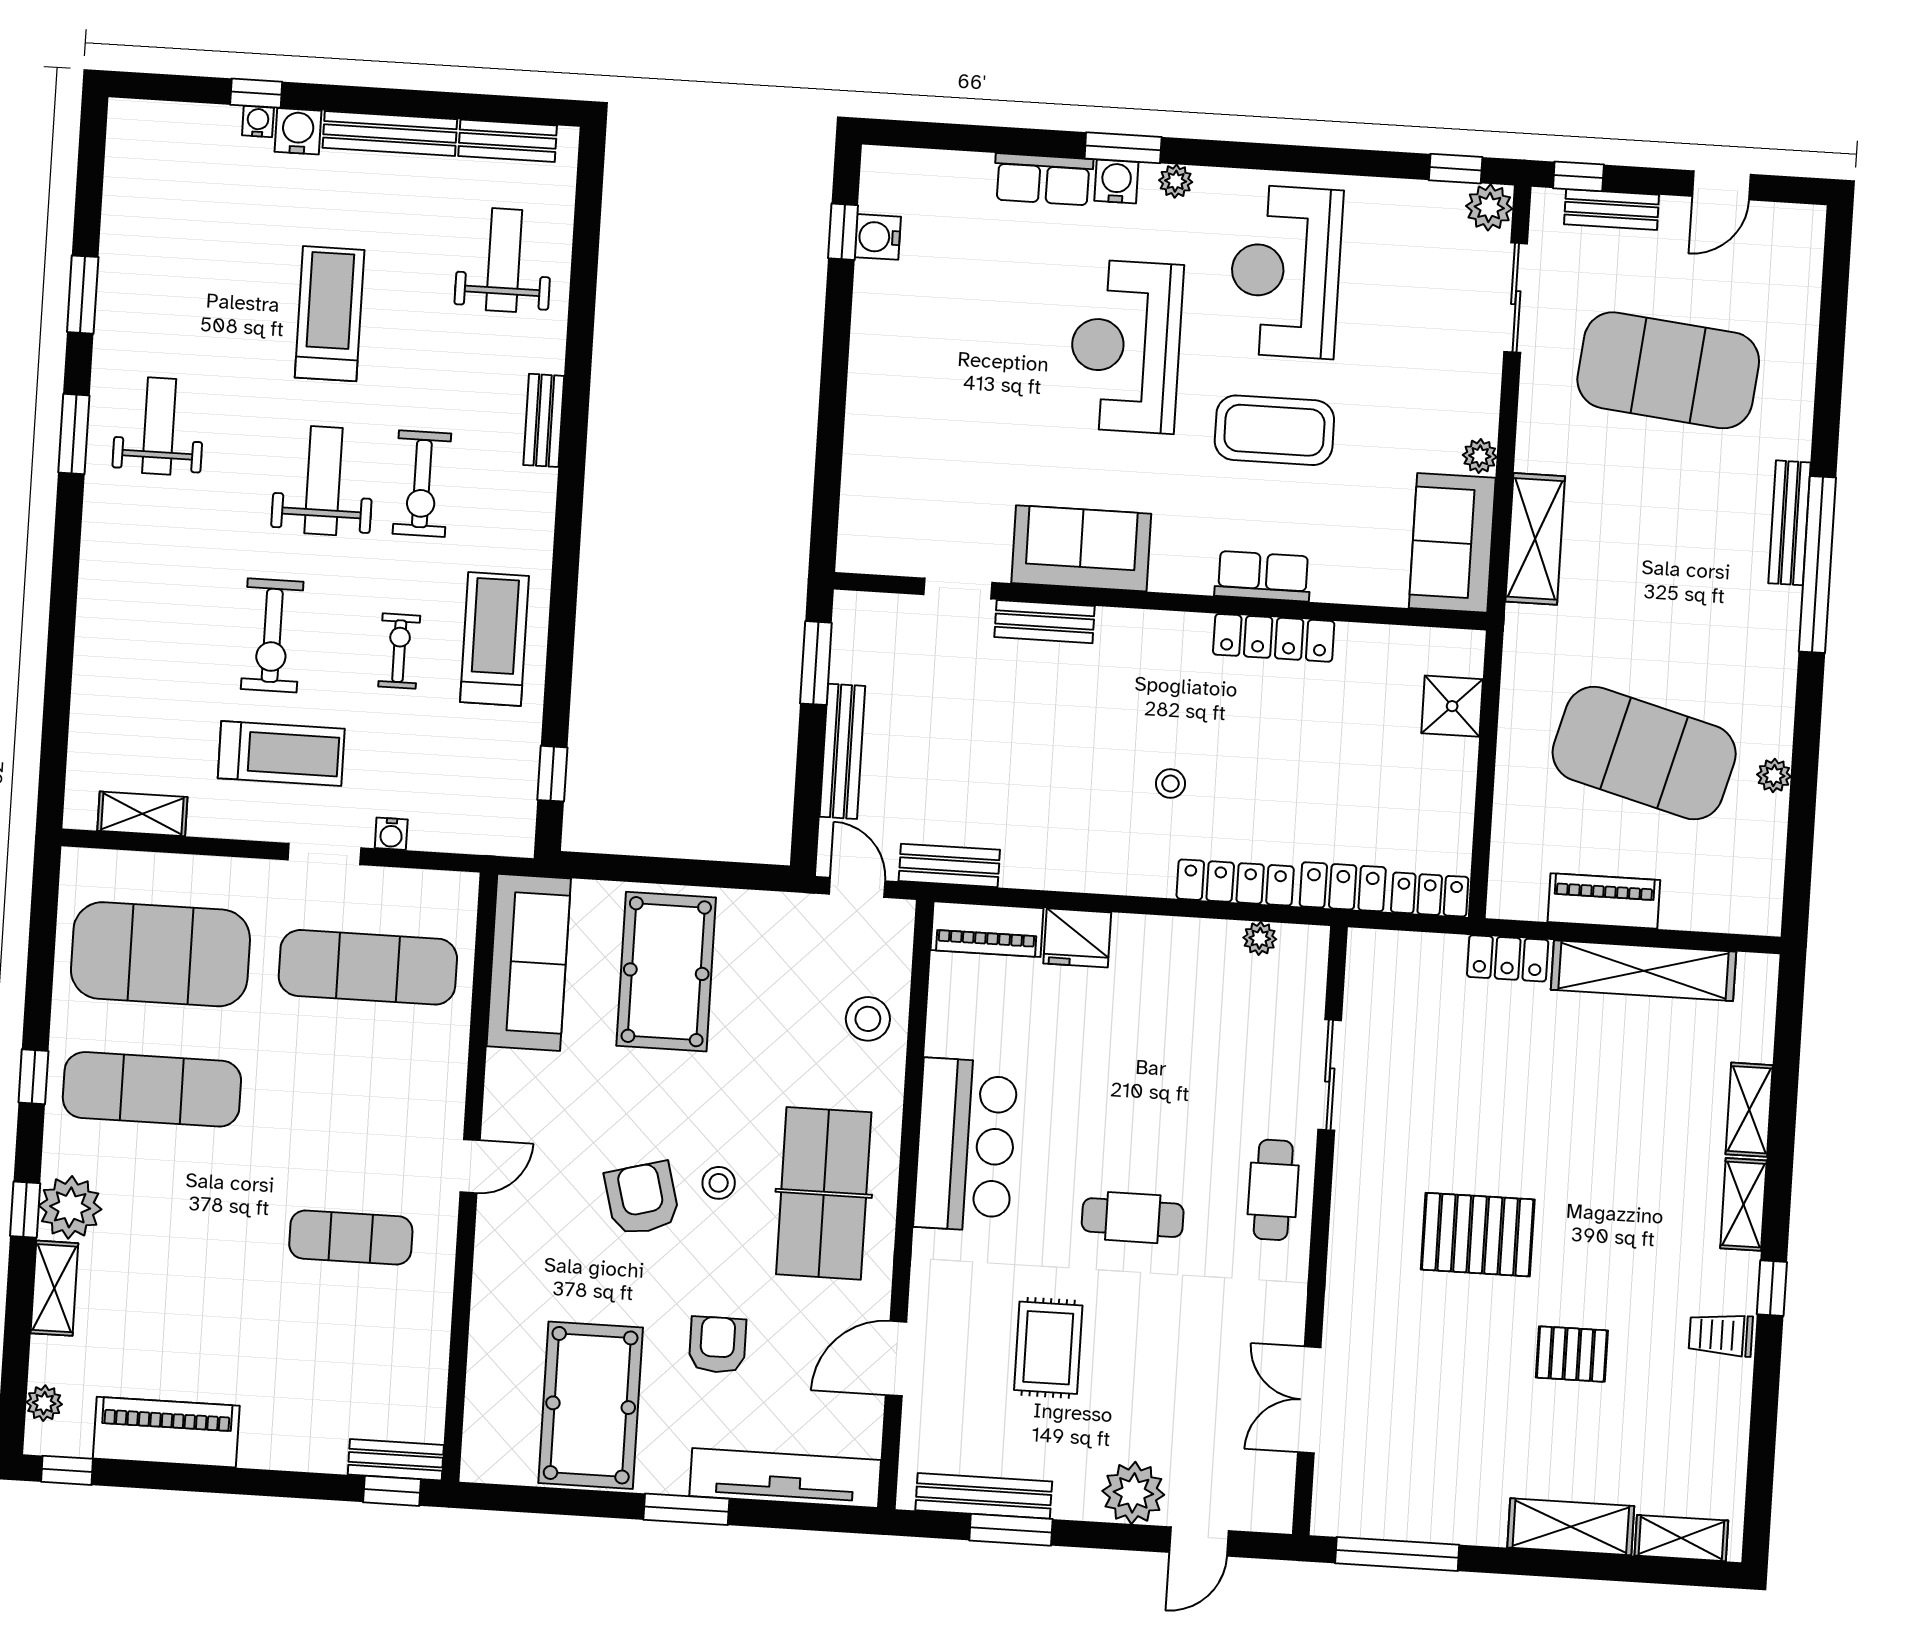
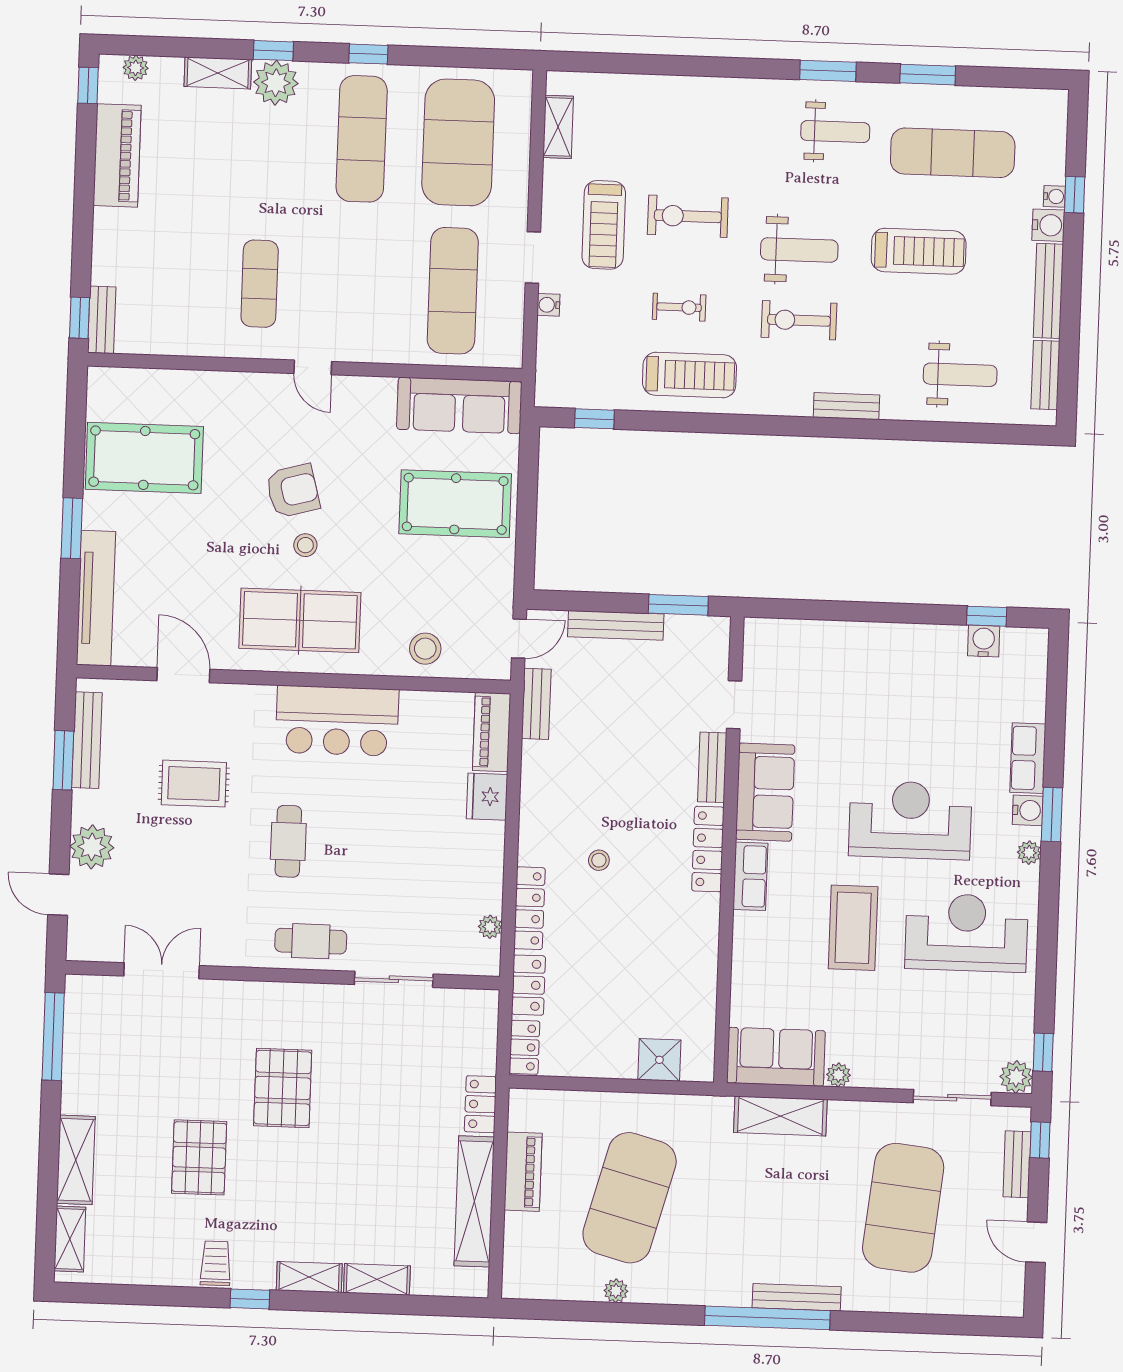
exercise mat: (193, 262) -> (953, 153), added
row of seats: (1263, 576) -> (750, 876), moved
locker: (1274, 638) -> (708, 849), moved
armchair: (717, 1345) -> (190, 547), removed
pallet: (1572, 1354) -> (199, 1157), width x1.50, depth x1.42

